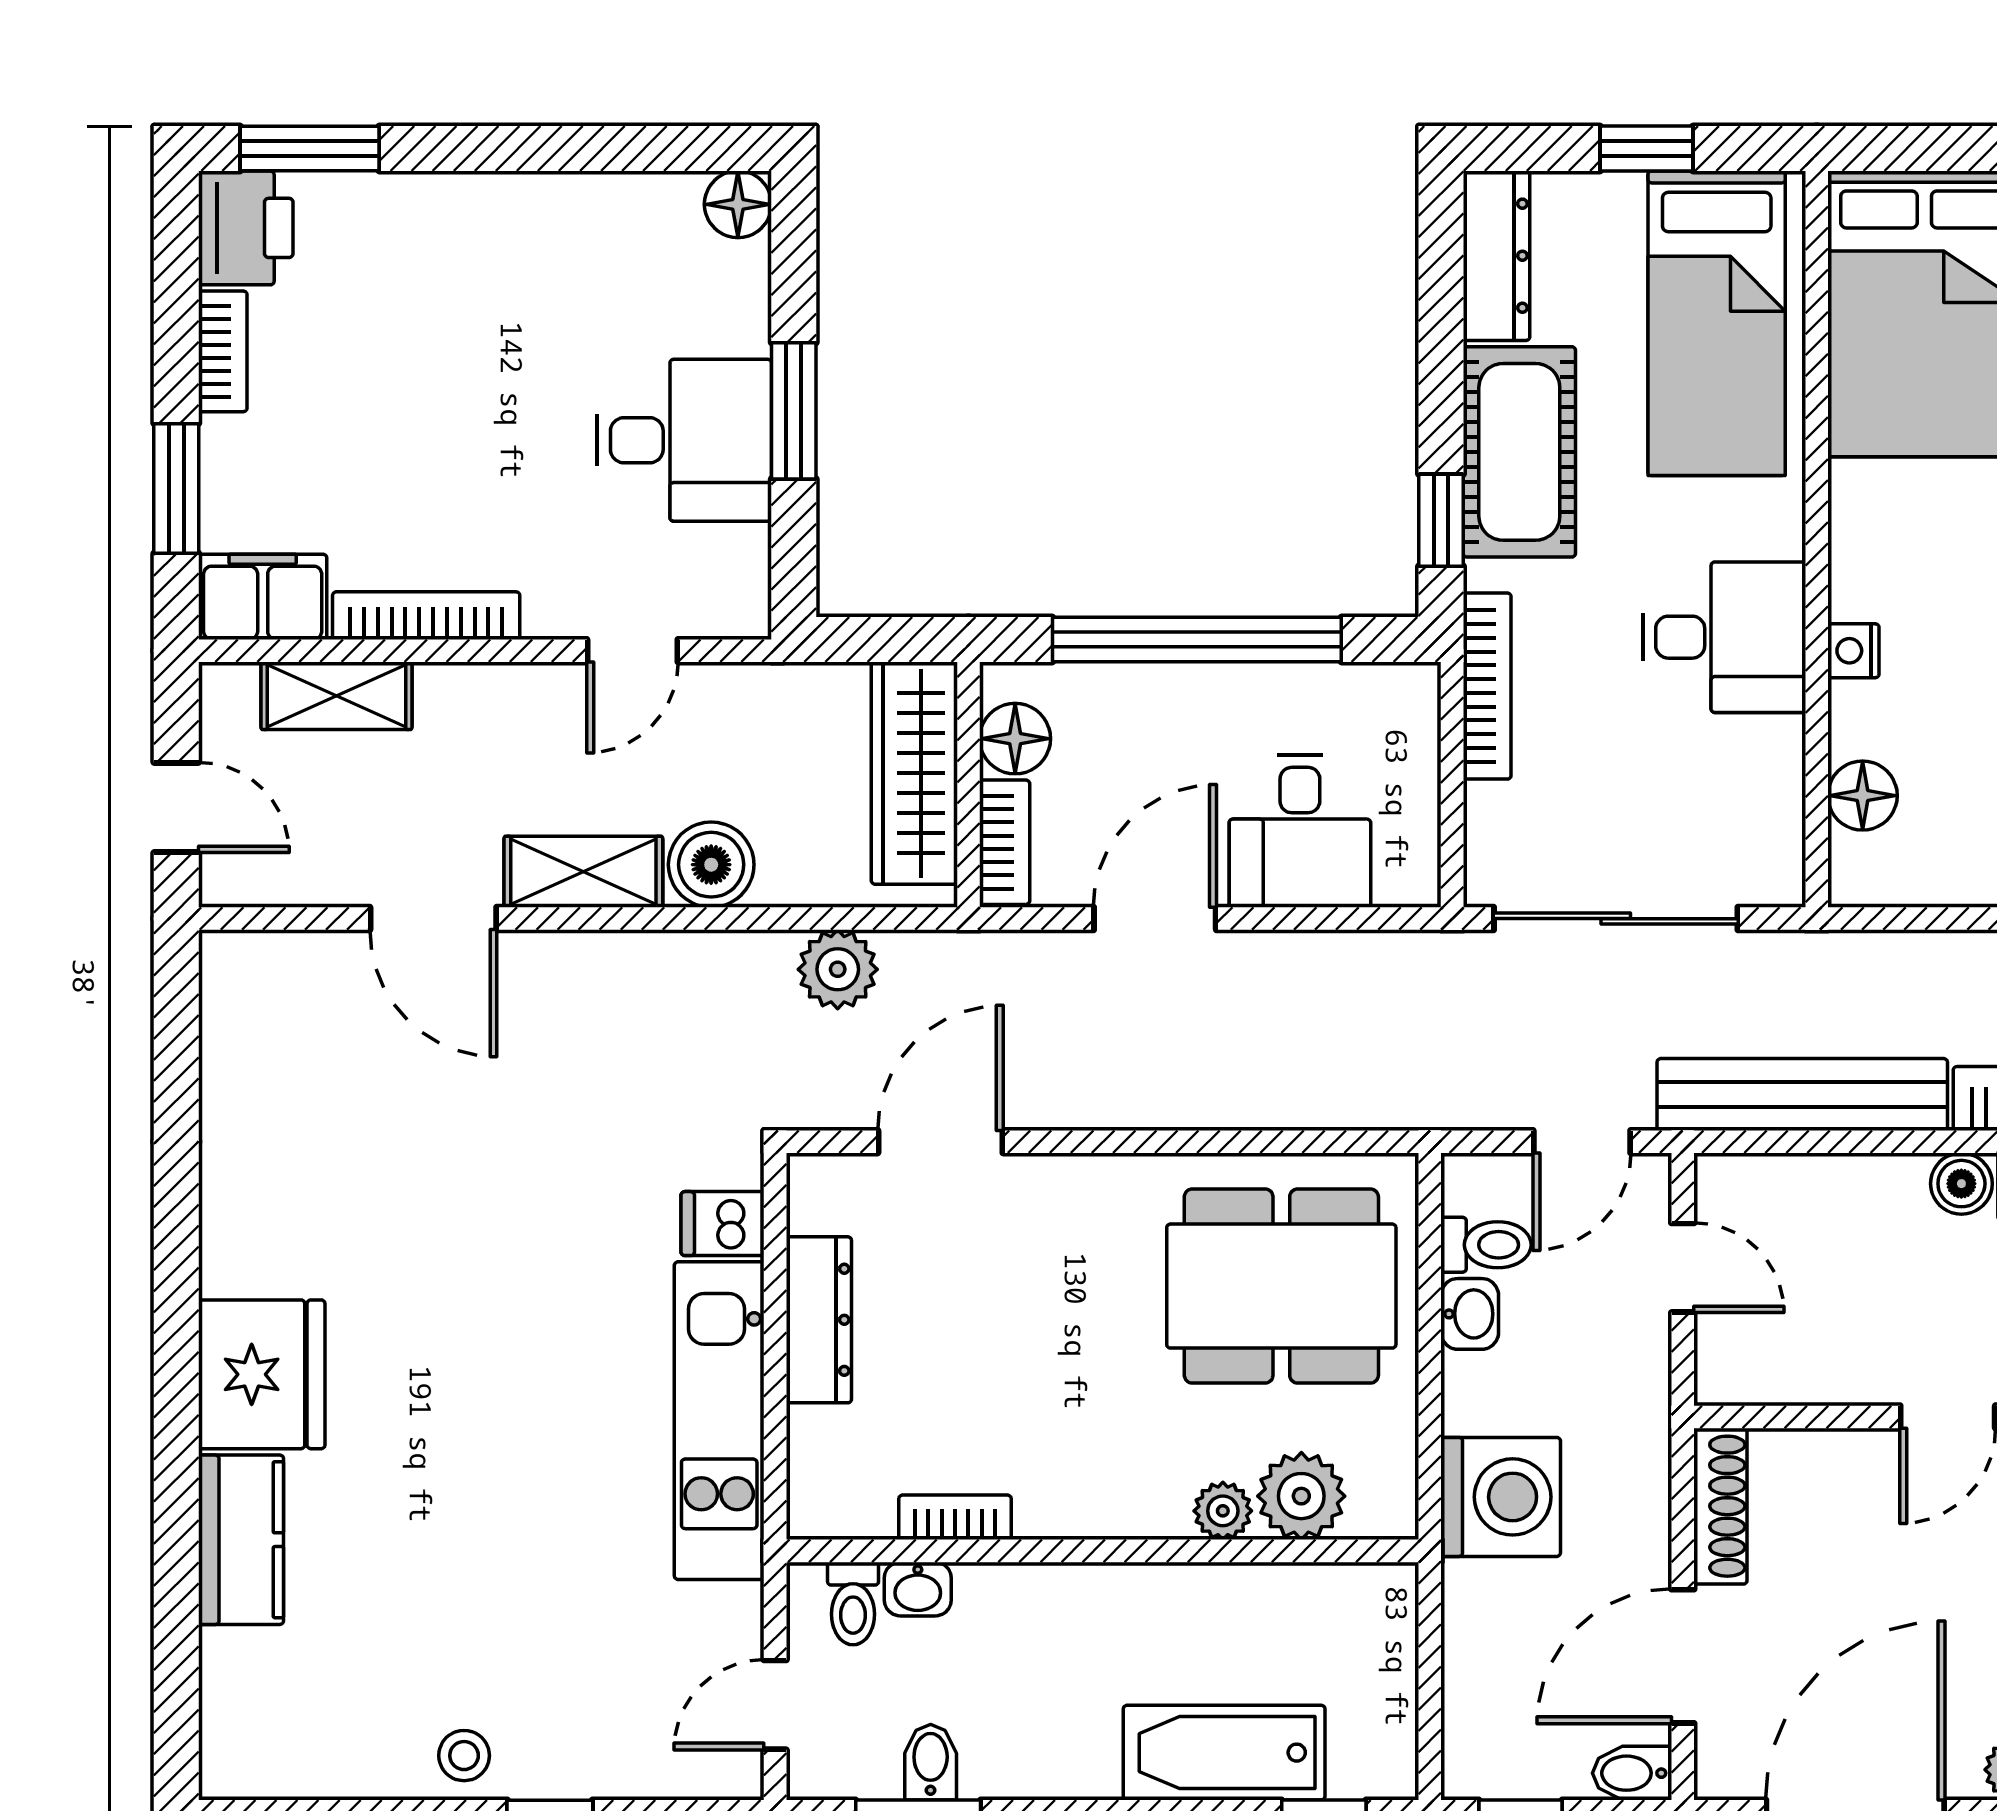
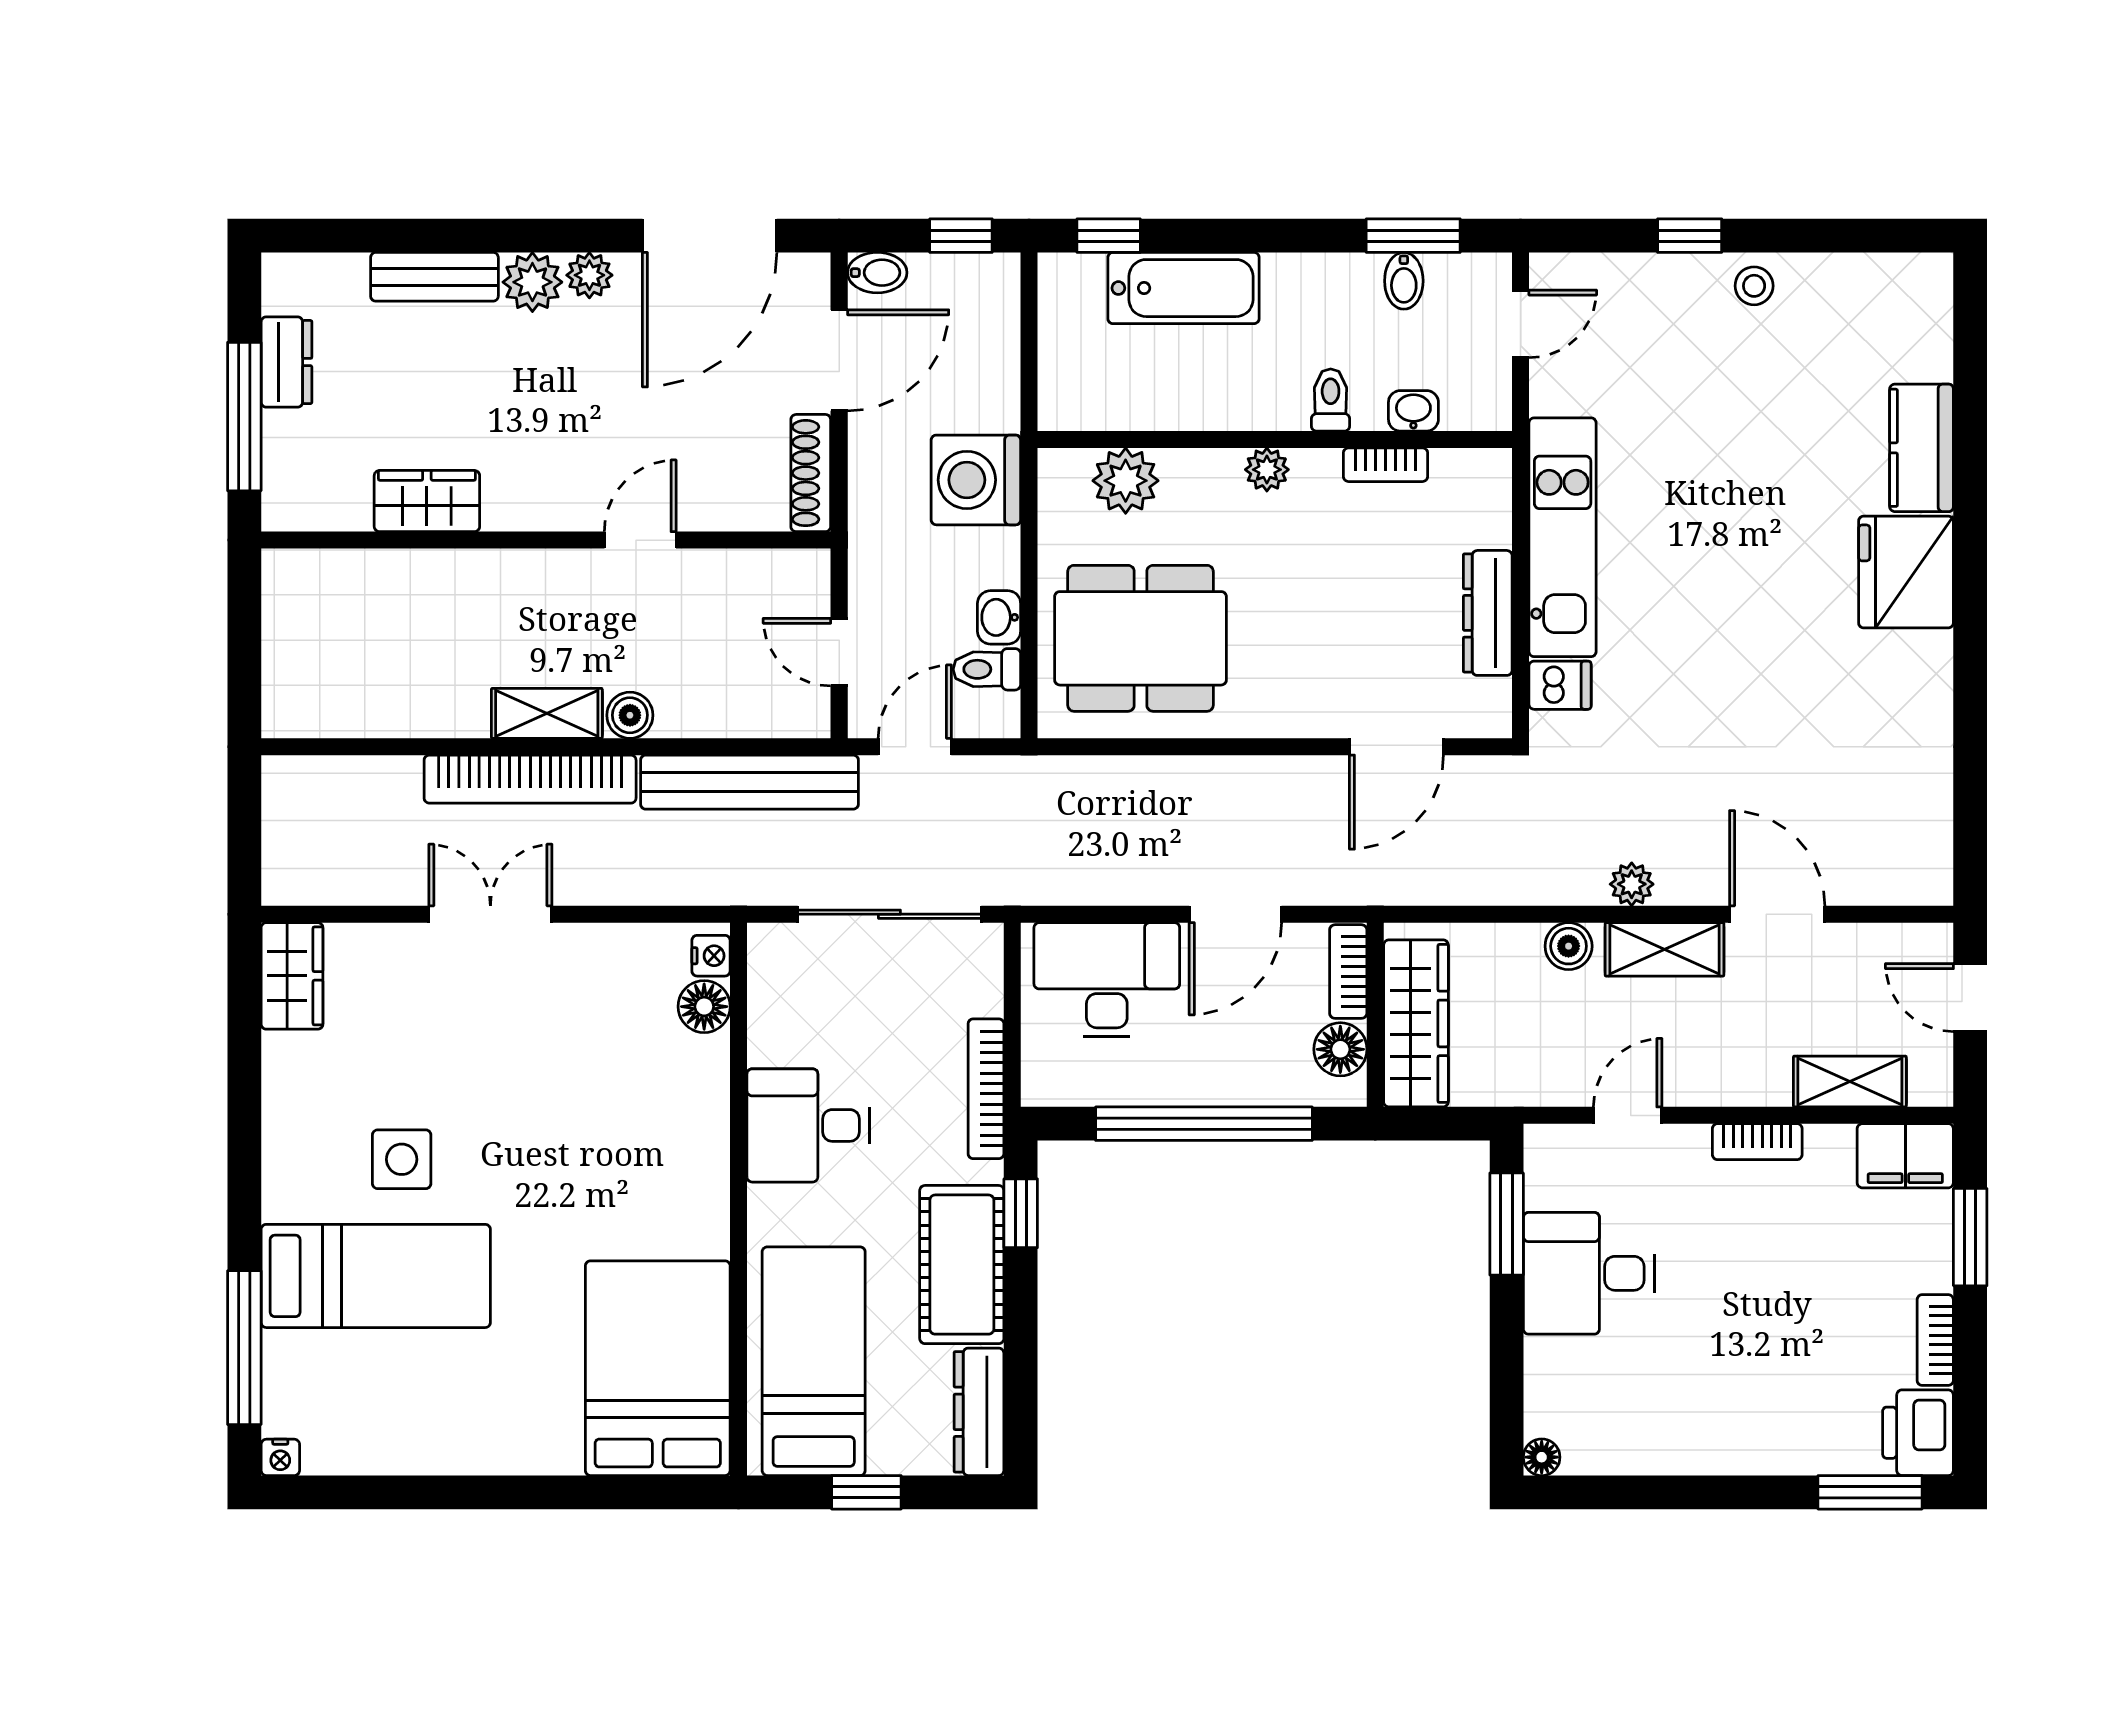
floor lamp: (738, 204) -> (1542, 1457), width x0.73, depth x0.73
window: (794, 411) -> (1507, 1224), moved
bookcase: (426, 616) -> (1757, 1142), width x0.64
nightstand: (1853, 651) -> (711, 956), moved
desk: (1300, 831) -> (1107, 980), width x1.37
boiler: (711, 865) -> (1569, 946), width x0.73, depth x0.73
plant: (838, 969) -> (1632, 884), moved, width x0.73, depth x0.73
plant: (1223, 1511) -> (1267, 470), moved
toilet: (853, 1603) -> (1331, 400), moved

